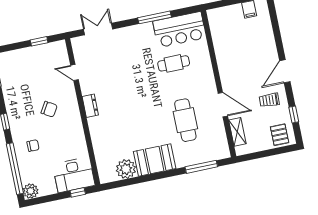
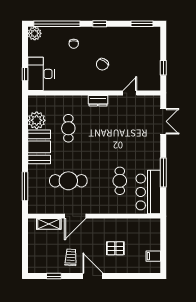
cafe table: (127, 132) -> (68, 128), added
pallet: (280, 135) -> (115, 248), moved

